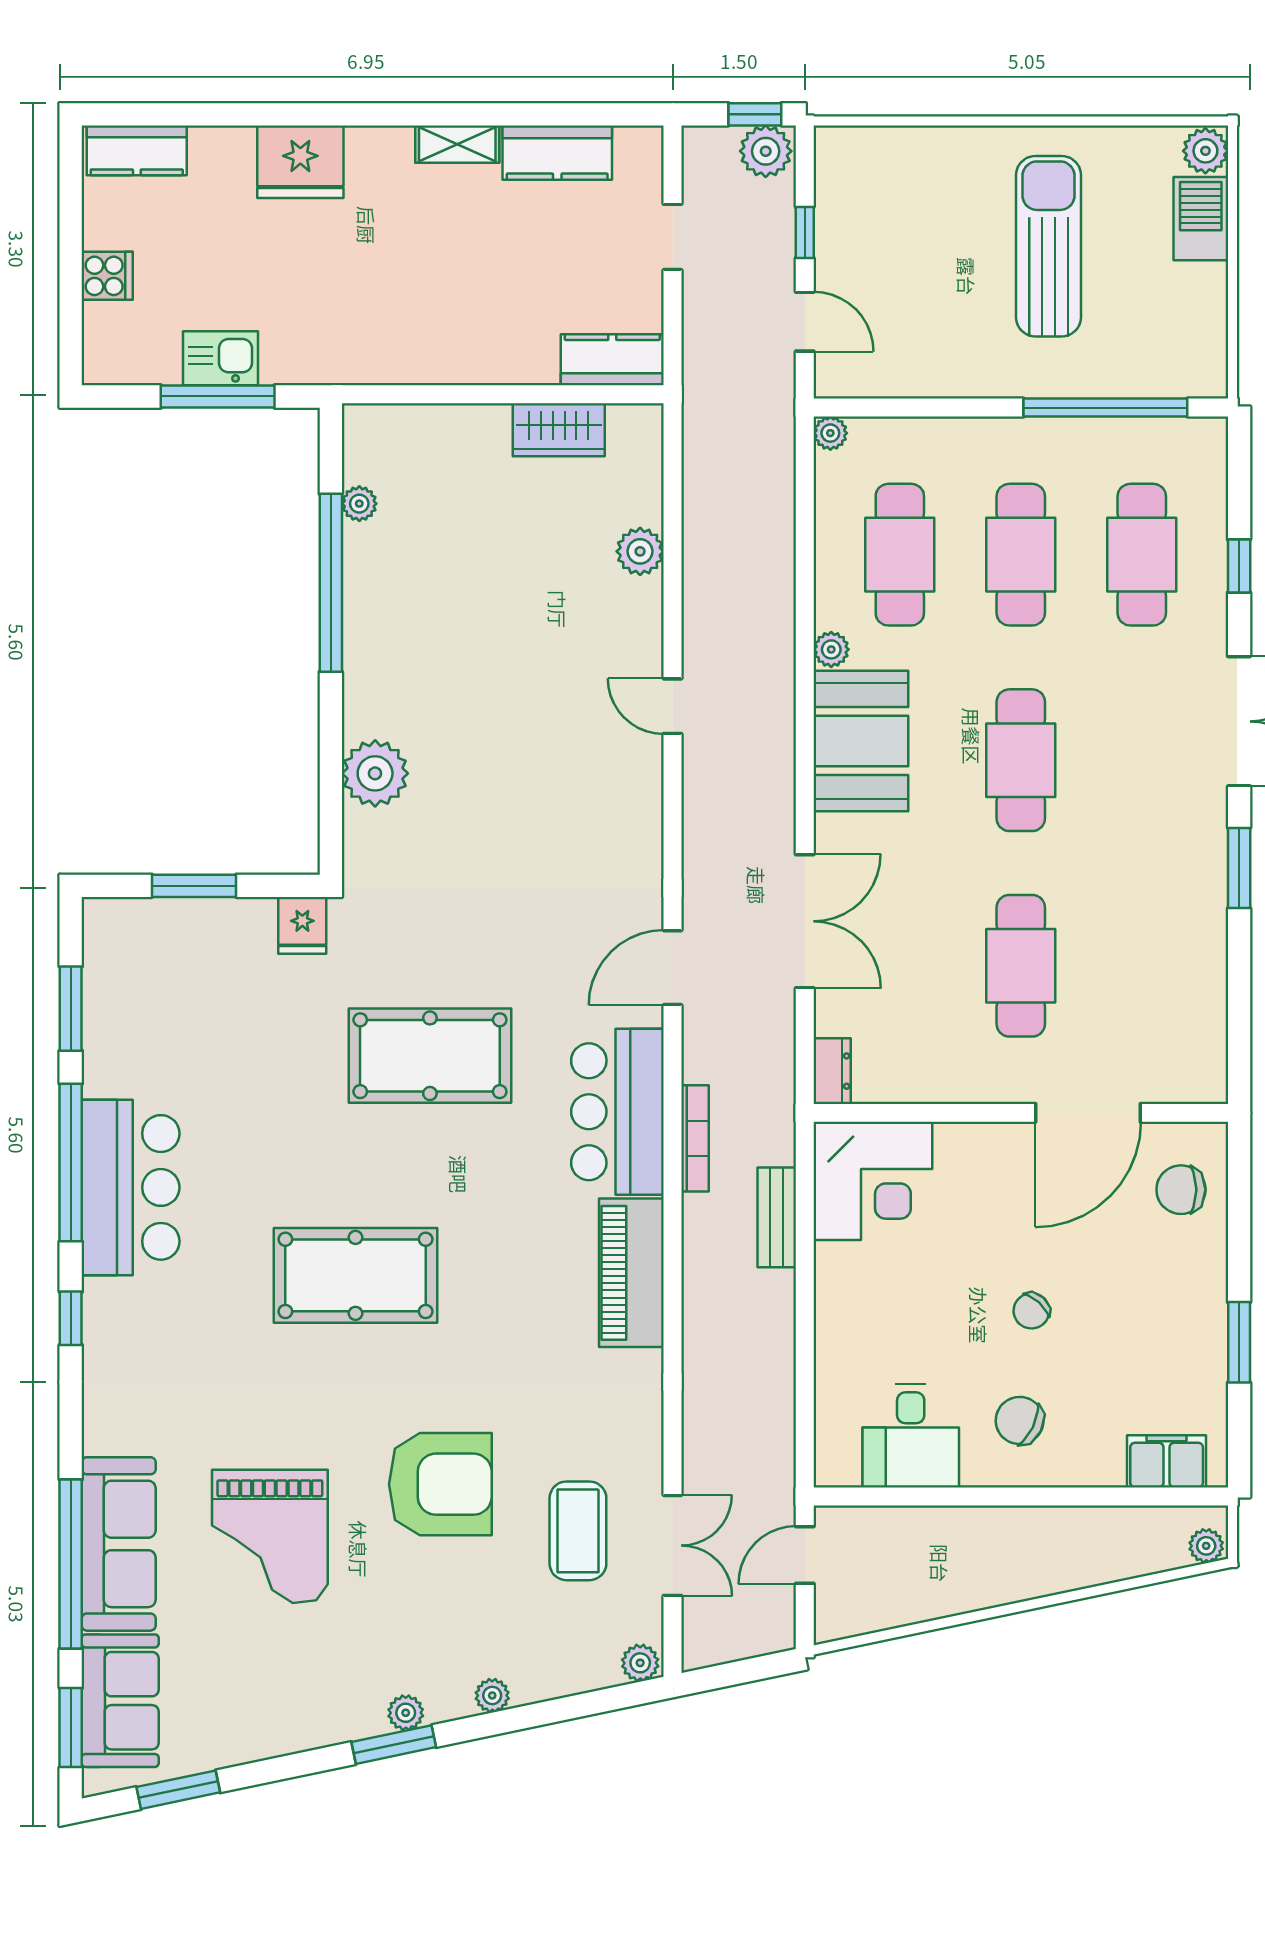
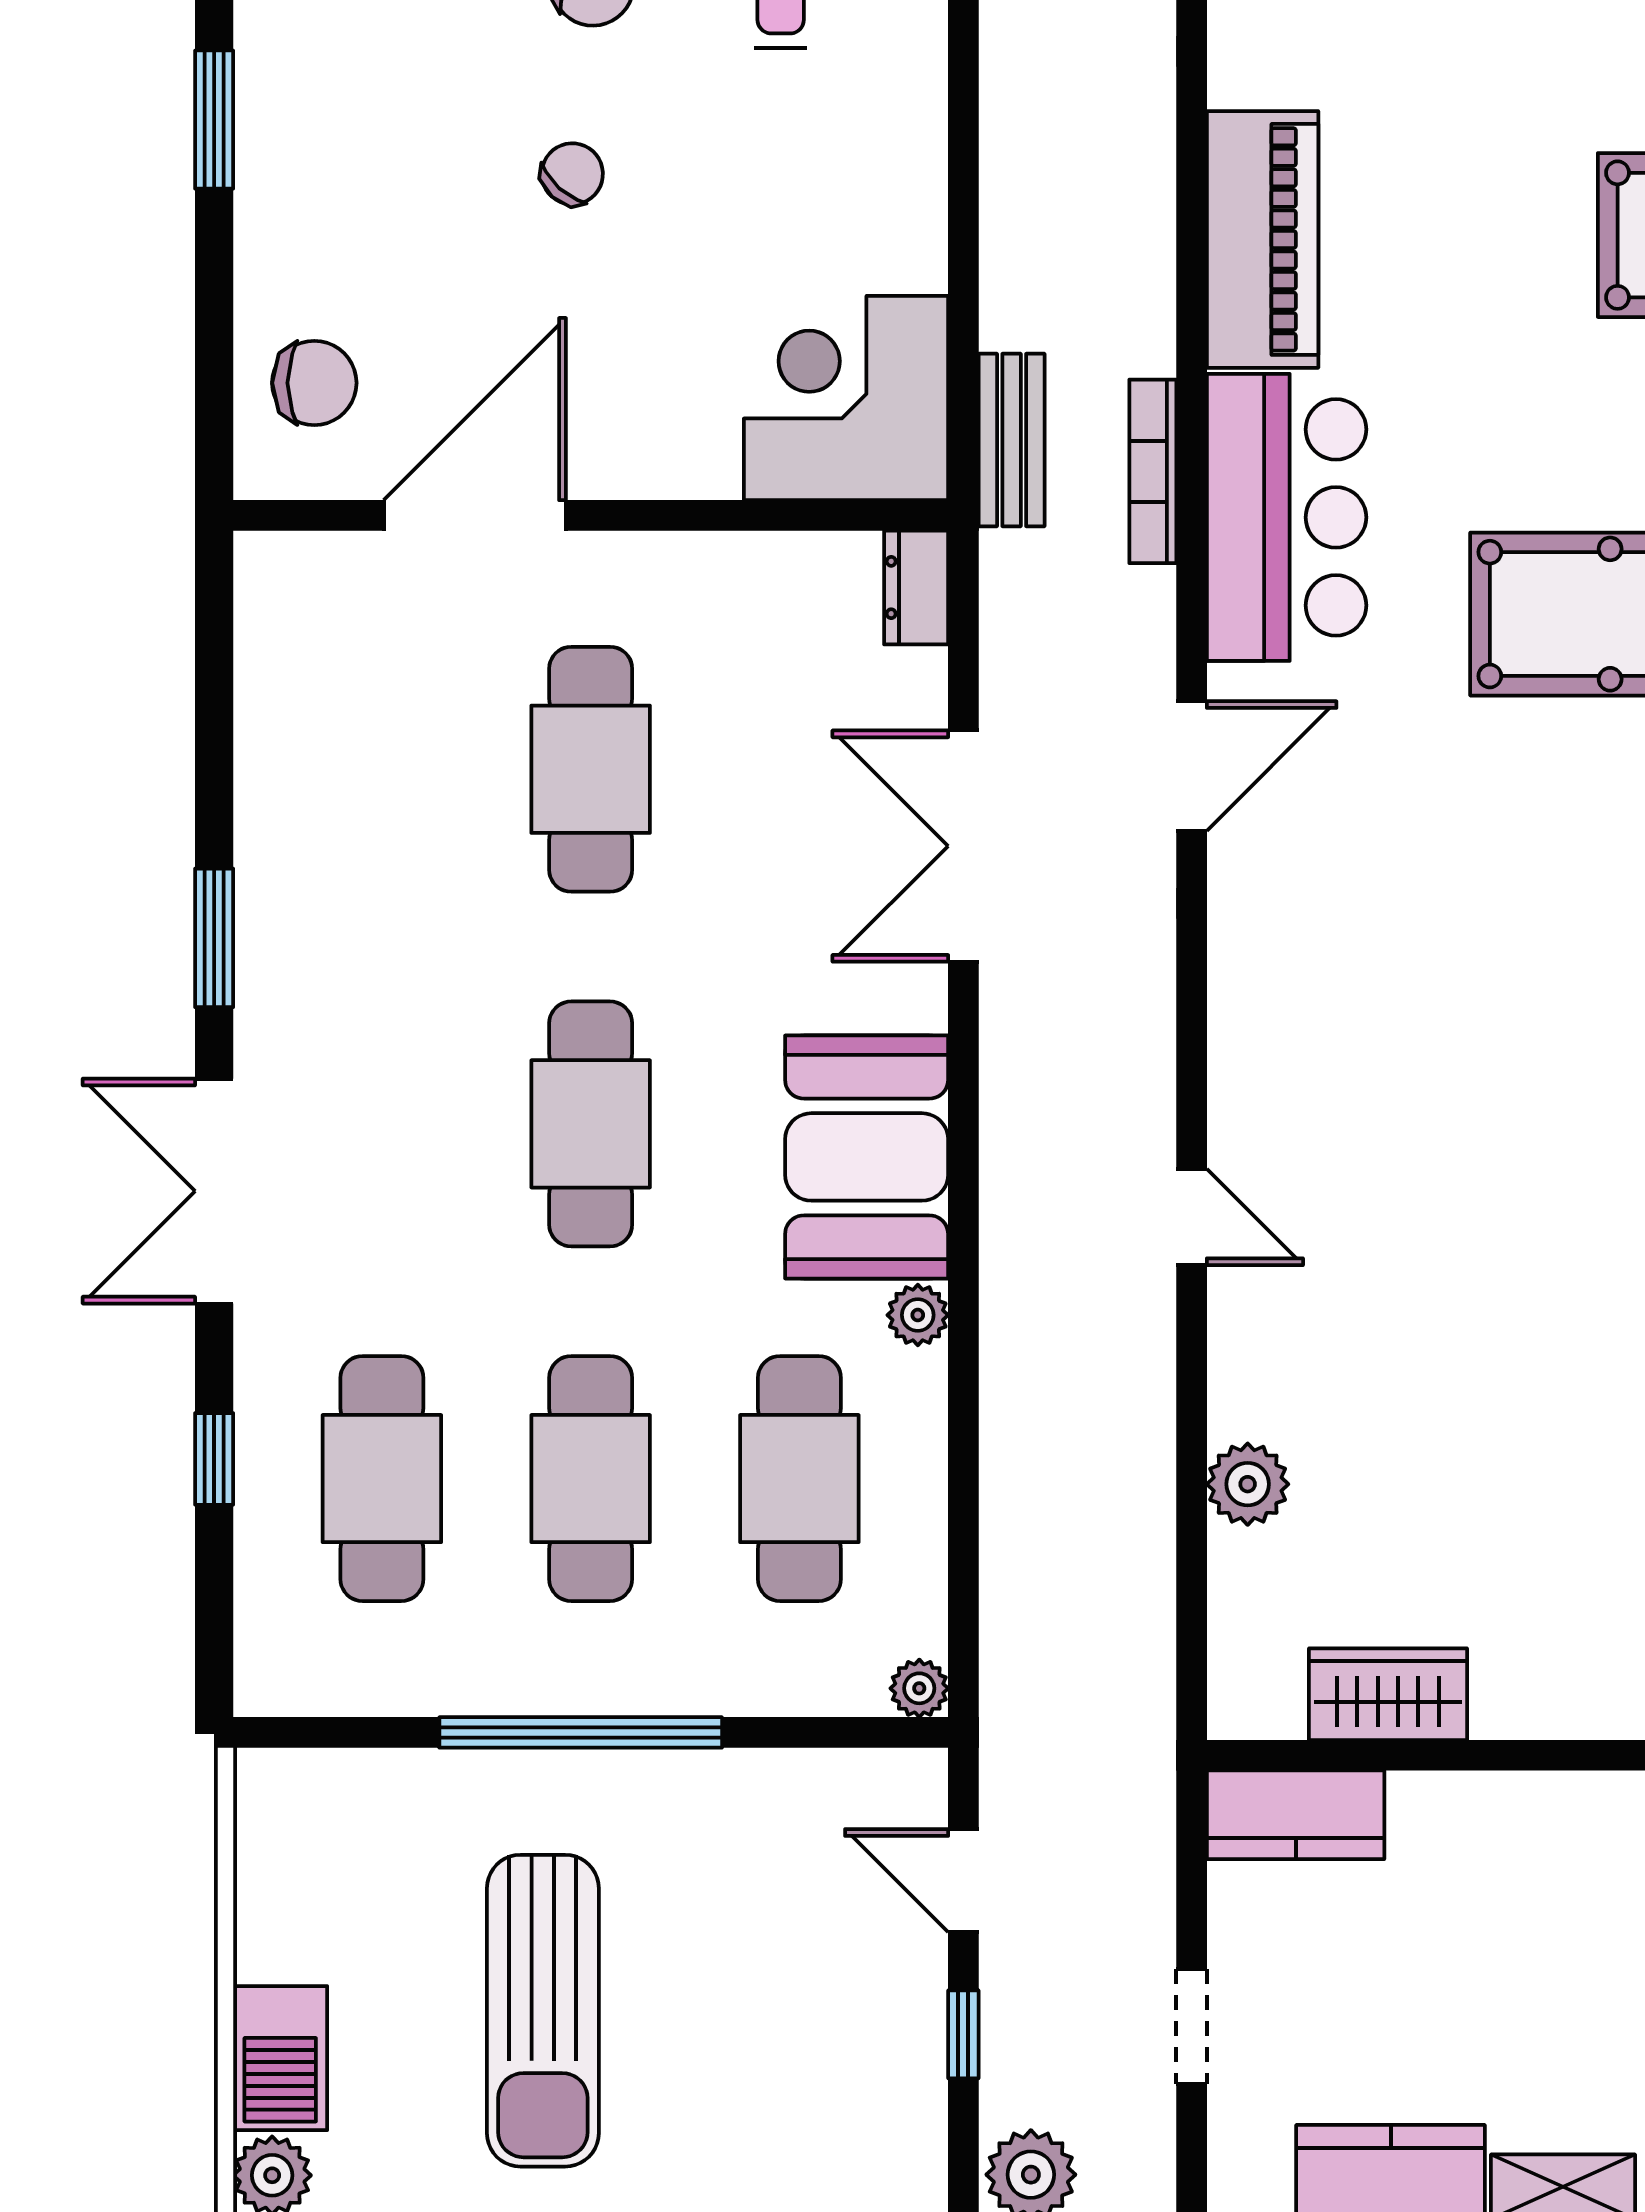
window: (1105, 408) -> (581, 1732), moved
bench: (777, 1217) -> (1012, 440), moved

